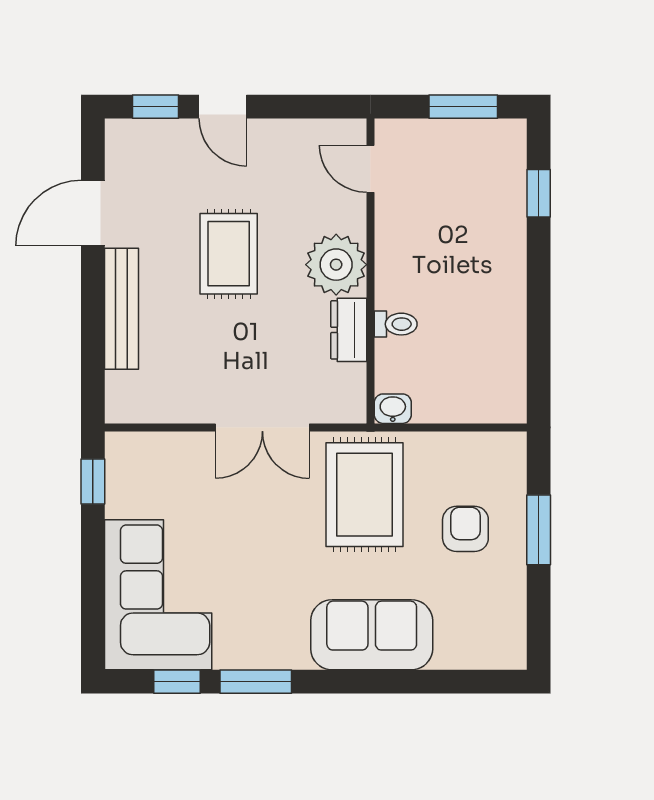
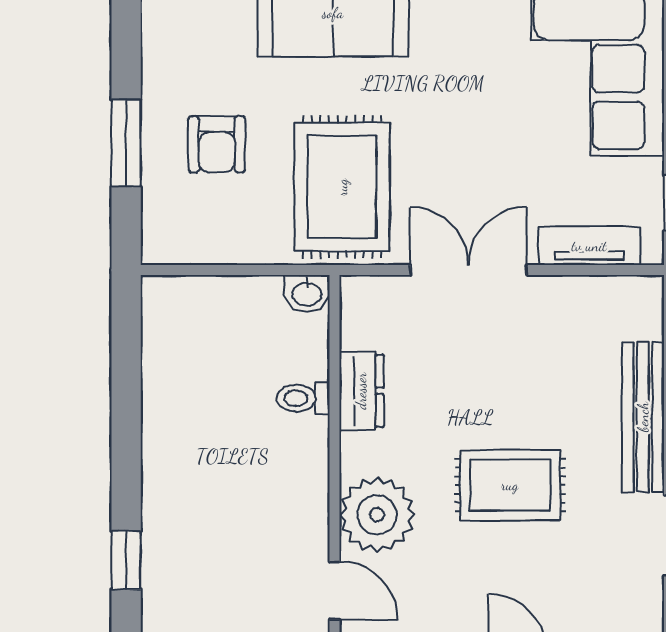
rug: (229, 254) -> (510, 485), turned 90
plant: (336, 265) -> (377, 515), moved
tv unit: (165, 447) -> (589, 246), added

